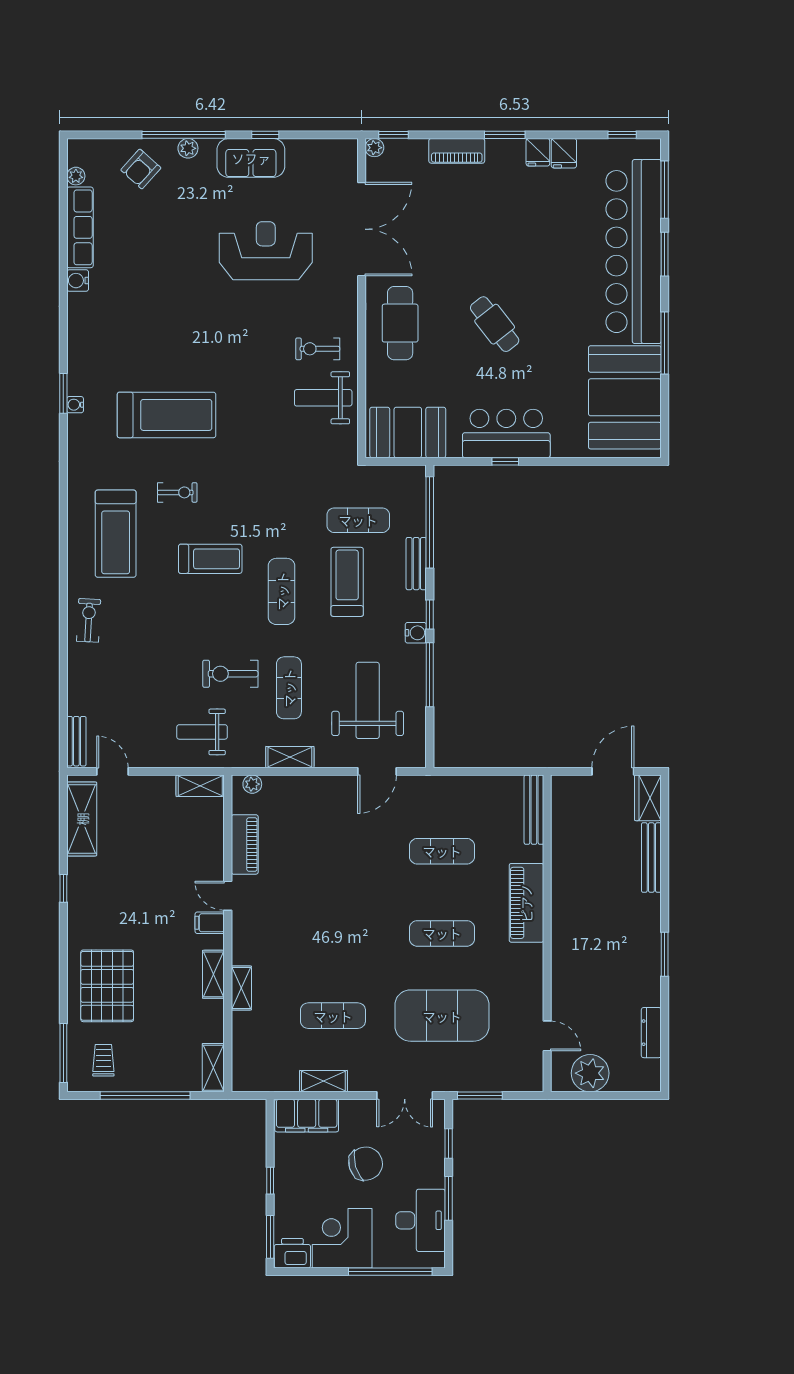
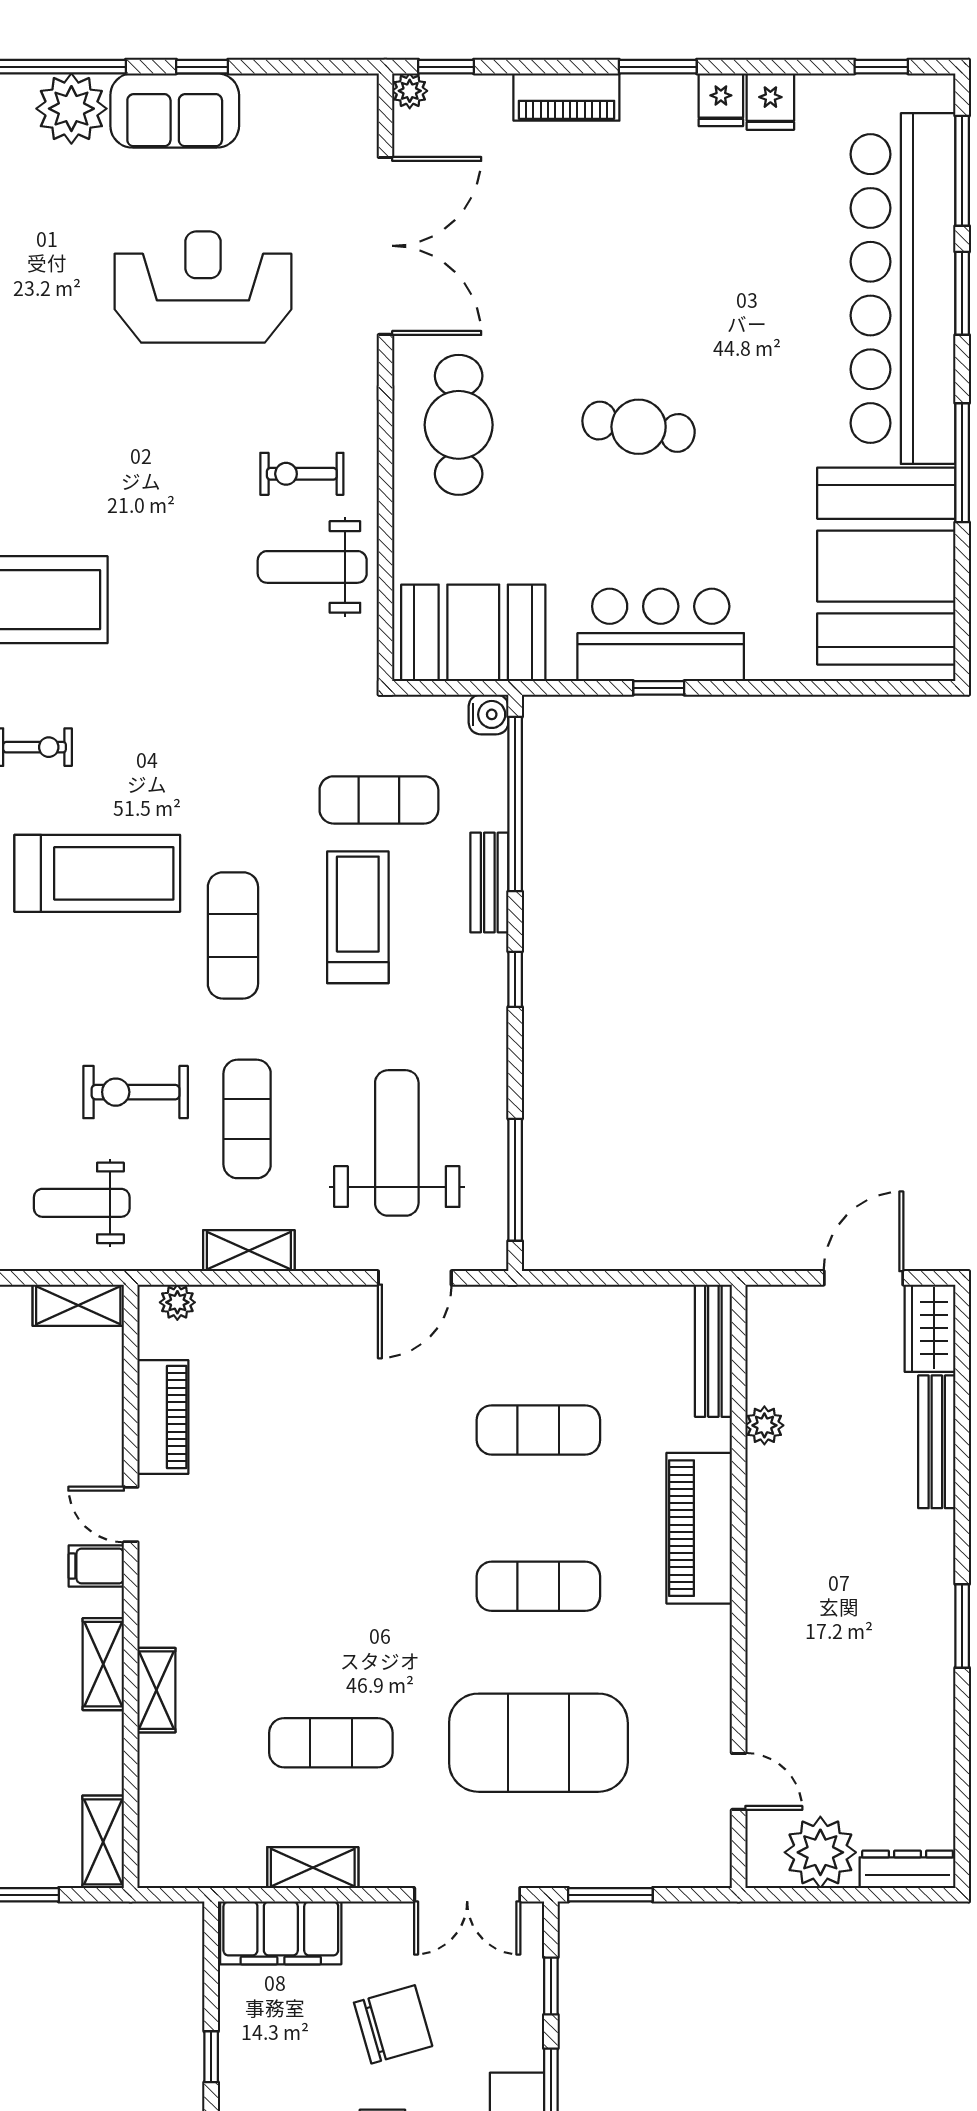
plant: (188, 148) -> (71, 109), width x1.88, depth x1.88
cafe table: (495, 324) -> (639, 427), turned -43
treadmill: (210, 559) -> (97, 873), width x1.37, depth x1.37
water cooler: (416, 633) -> (489, 714), moved
window: (430, 675) -> (515, 1180), moved
plant: (561, 849) -> (764, 1425), added
dresser: (651, 1033) -> (907, 1869), moved, turned 90

